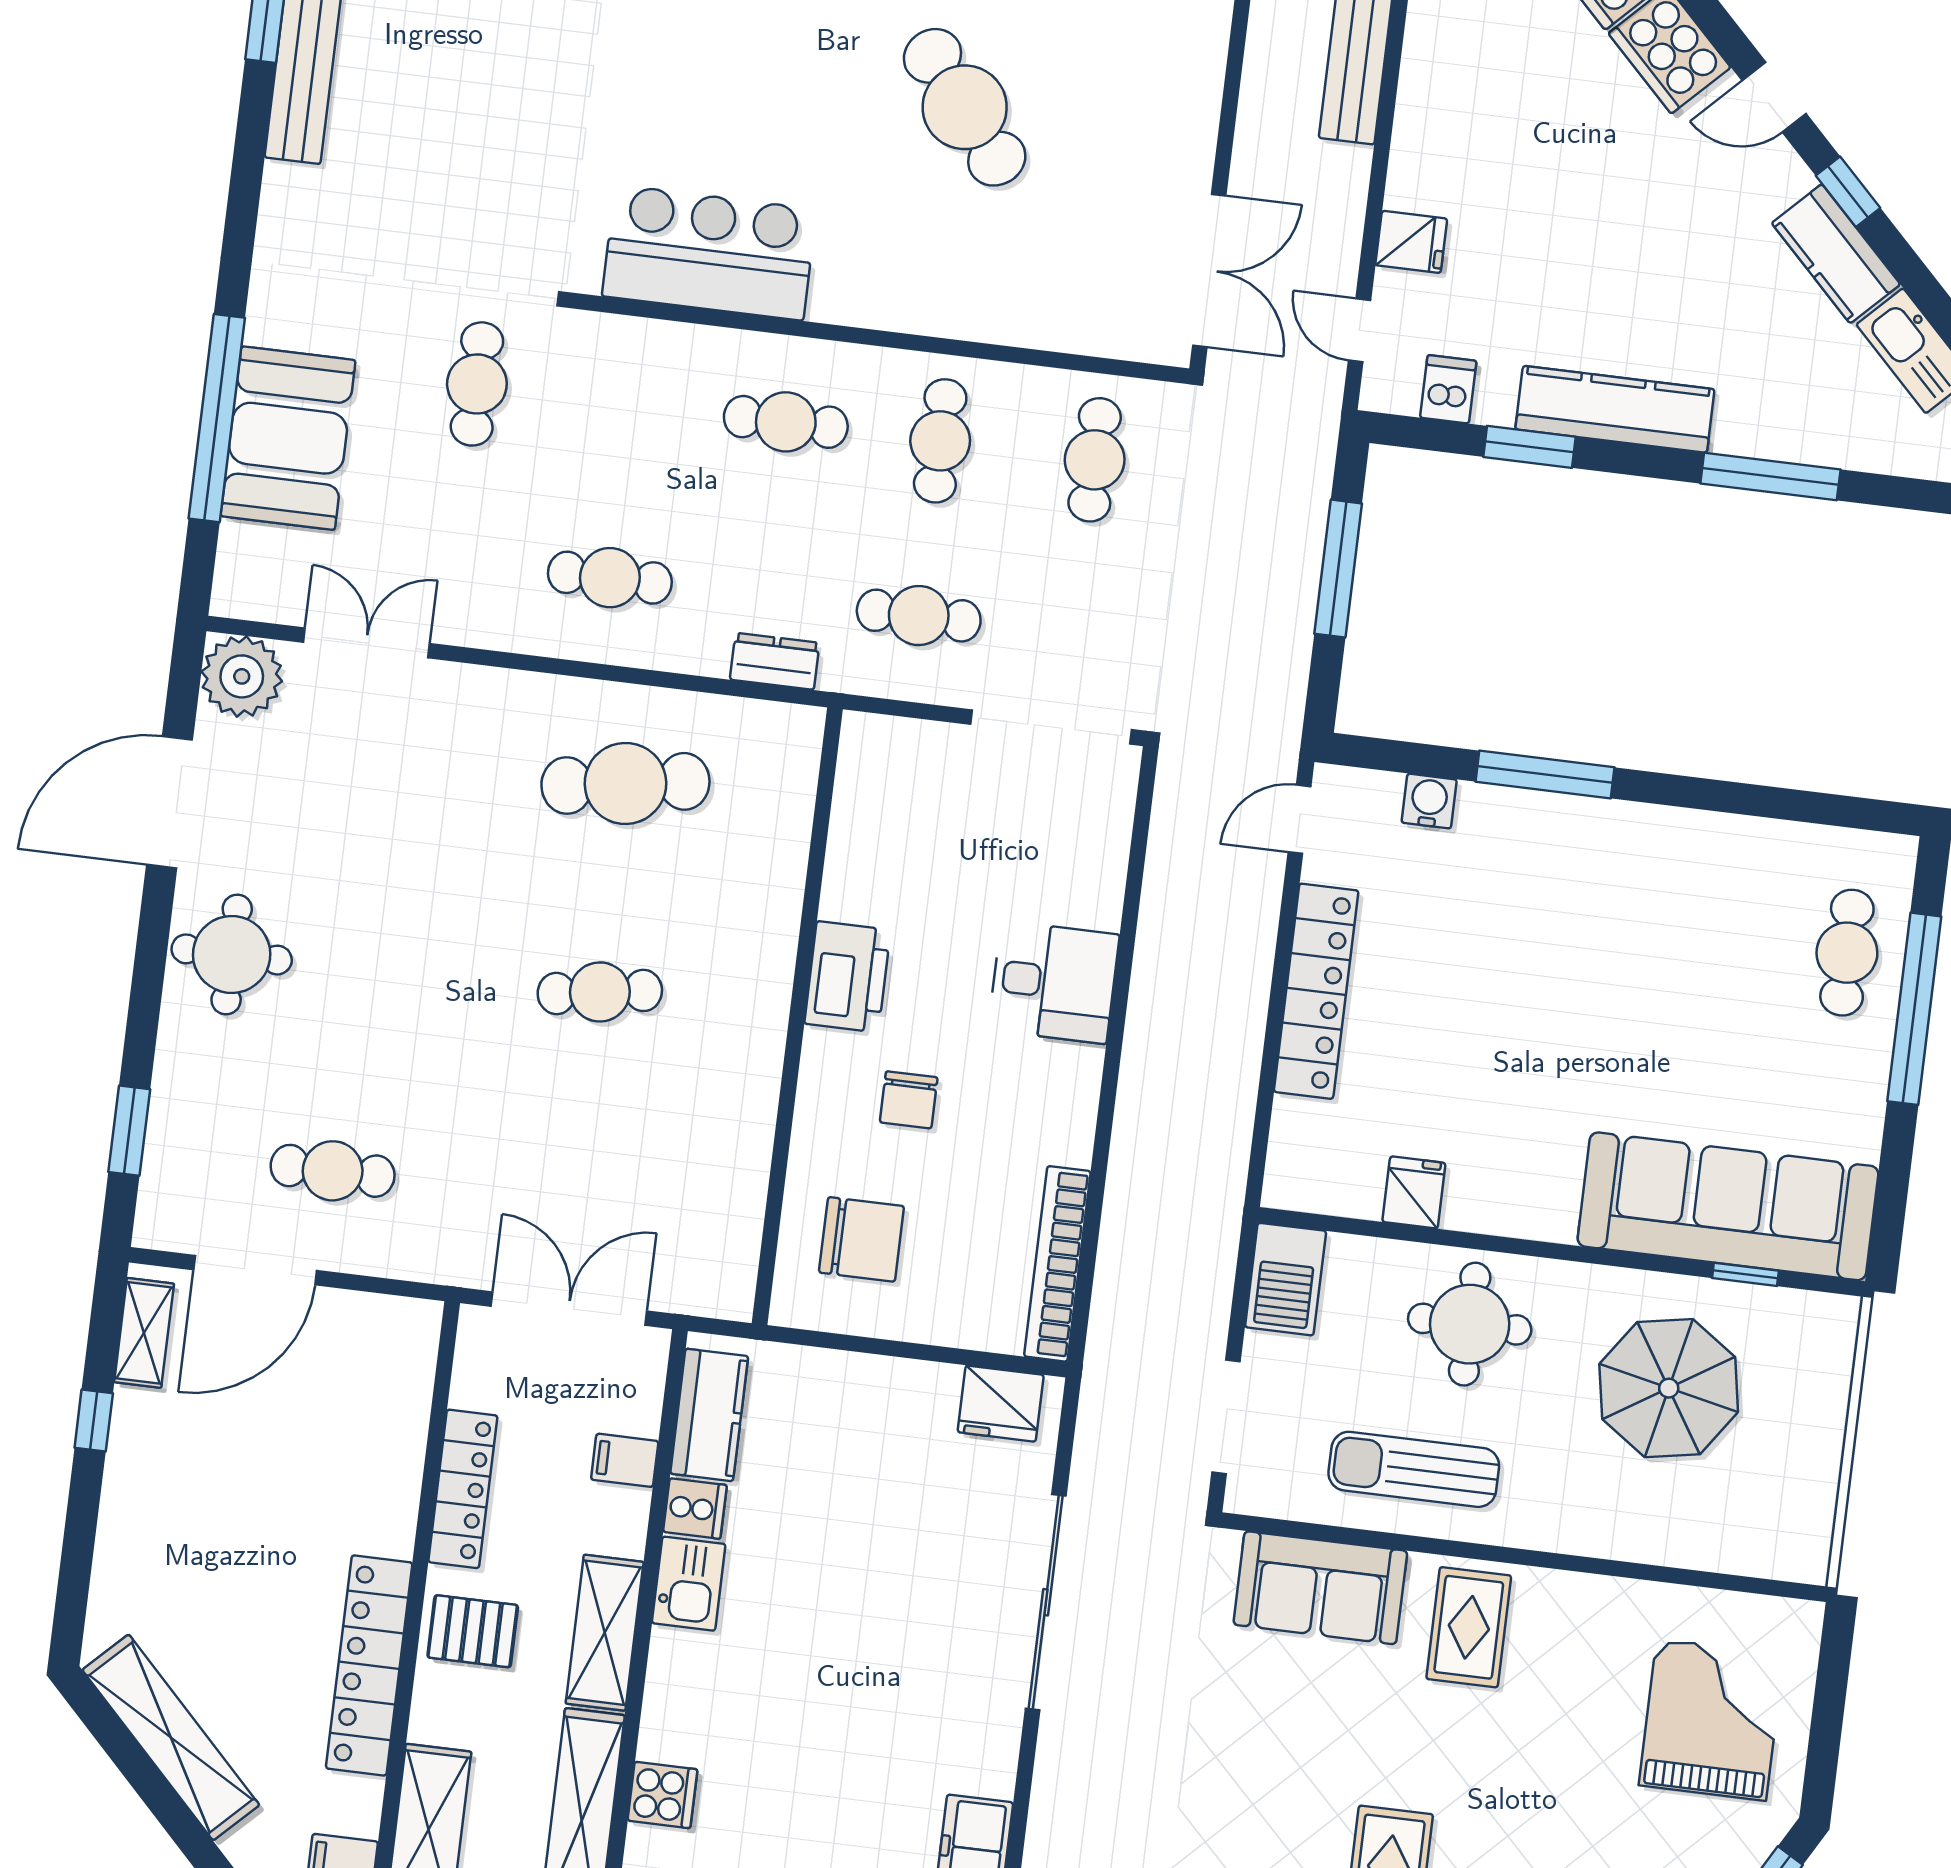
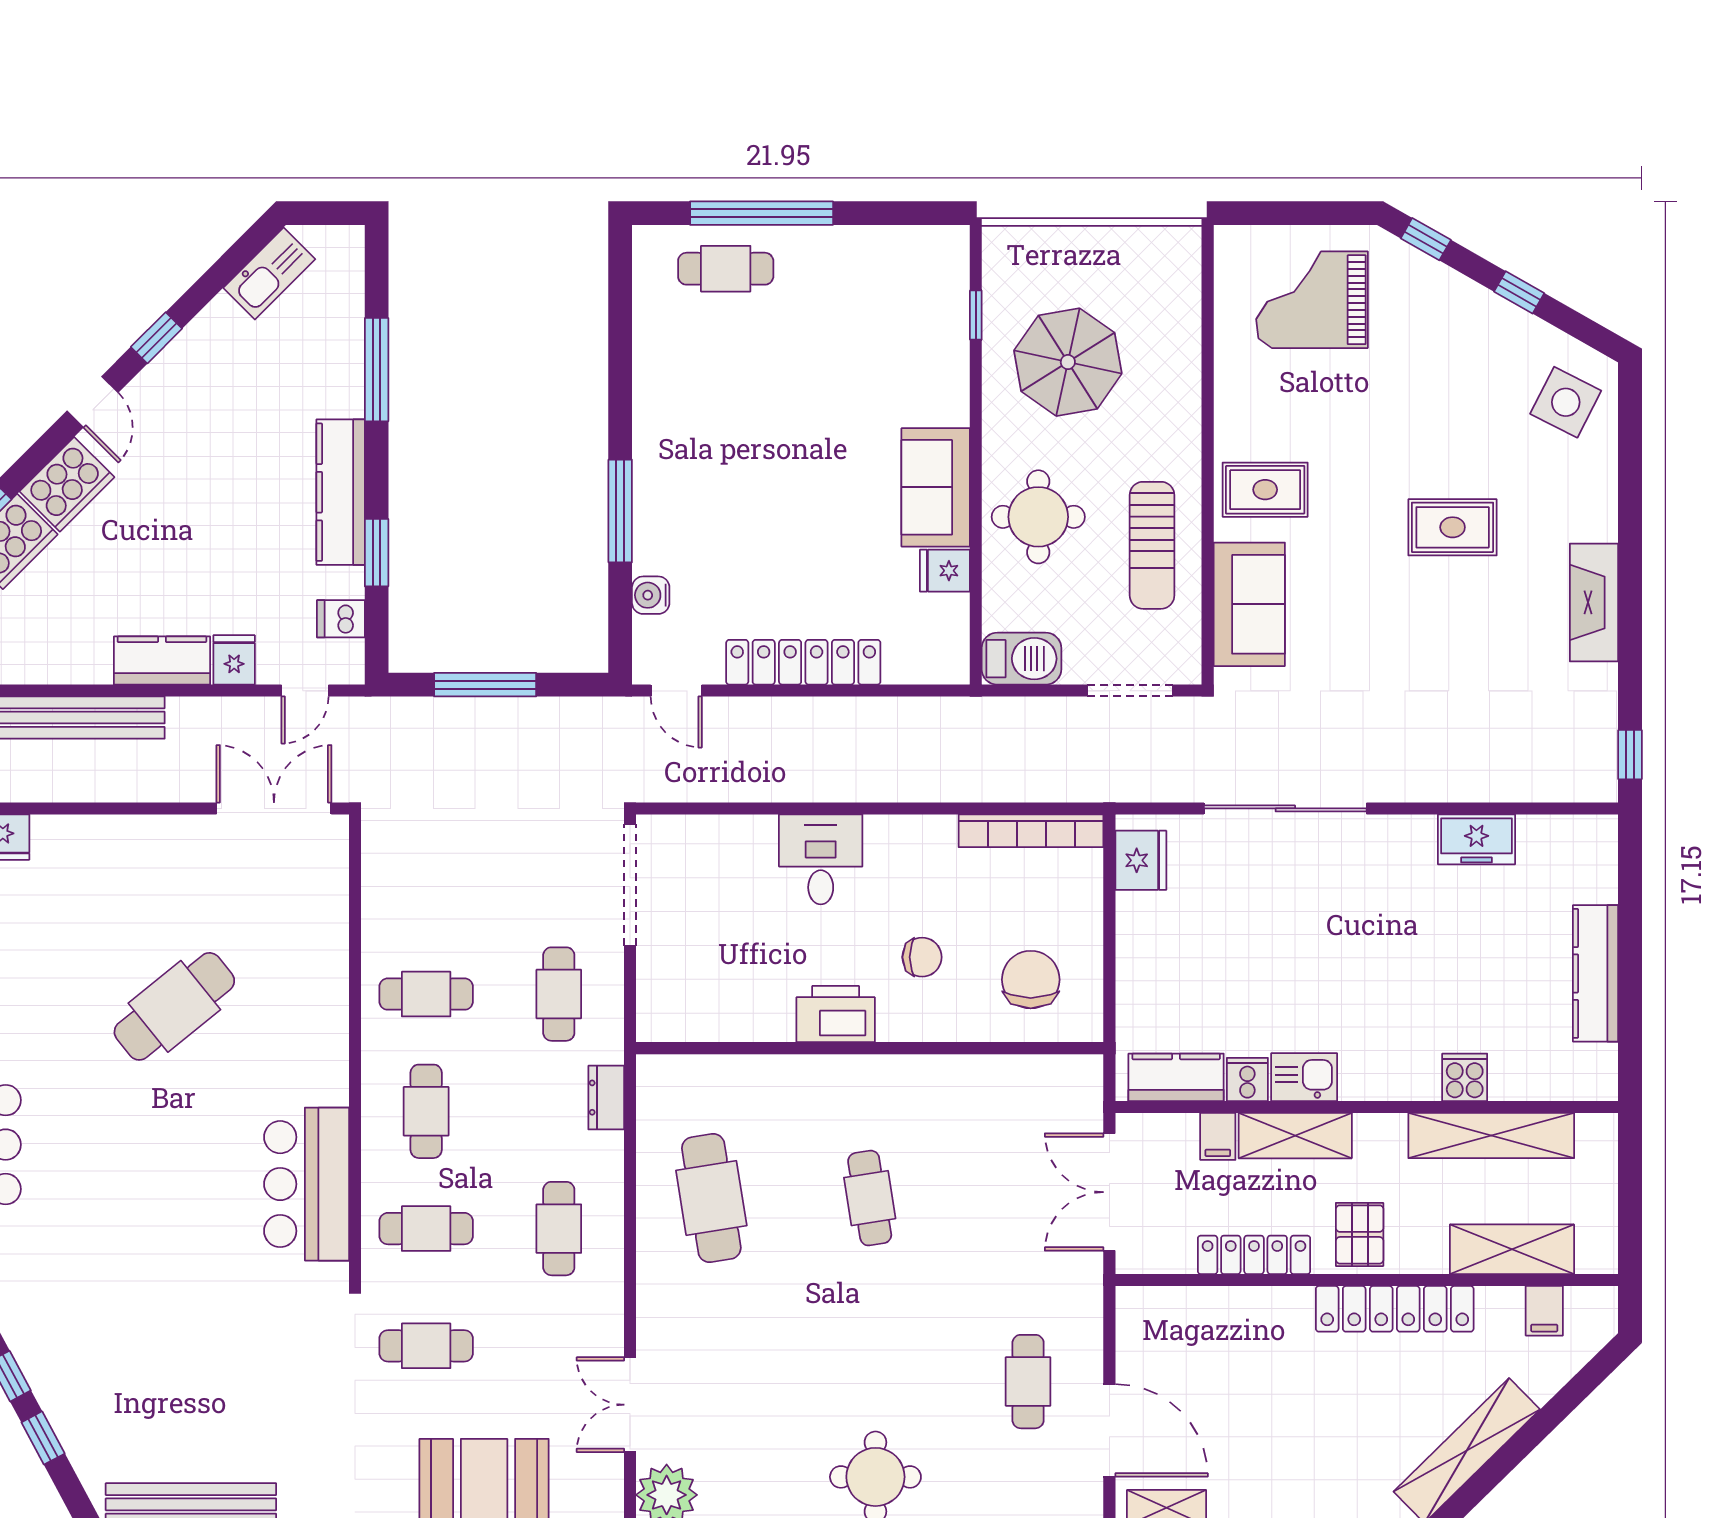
kitchen counter: (1836, 254) -> (162, 661), moved, turned -135
cafe table: (1095, 460) -> (426, 1229), moved
sofa: (1728, 1206) -> (936, 487), moved, width x0.54, depth x0.79
shelving: (605, 1633) -> (1295, 1136), moved

